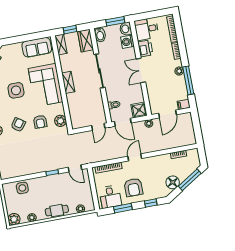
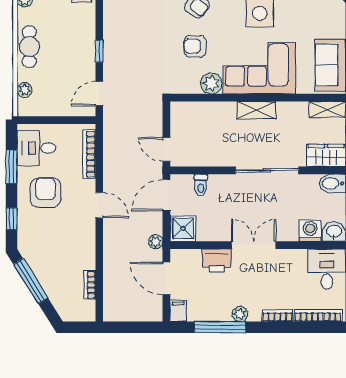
printer: (145, 48) -> (217, 261), moved
plant: (60, 121) -> (211, 83), moved
window: (190, 180) -> (31, 281), moved
floor lamp: (173, 182) -> (41, 265), removed
armchair: (133, 187) -> (45, 193), turned 90

